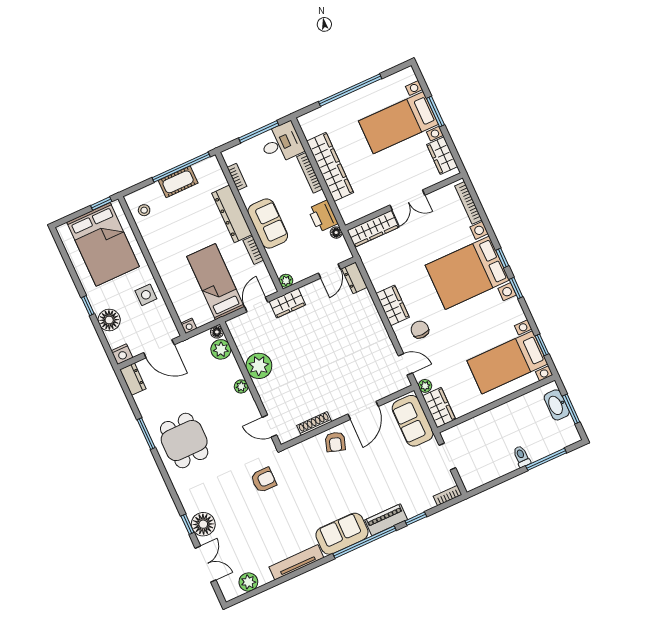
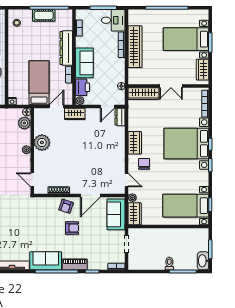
printer: (323, 216) -> (83, 87), moved, turned 180
washbasin: (557, 405) -> (203, 261), moved
armchair: (264, 480) -> (72, 228), moved

